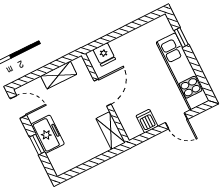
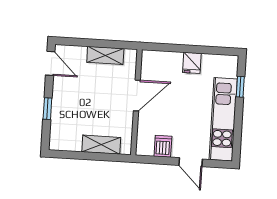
fridge: (104, 54) -> (192, 63), moved
shelving: (111, 131) -> (101, 145), moved, turned 90
freezer: (48, 134) -> (63, 105), removed

